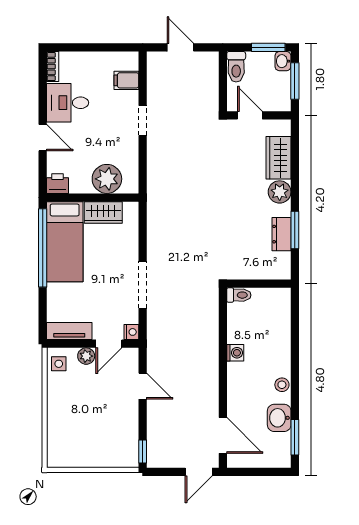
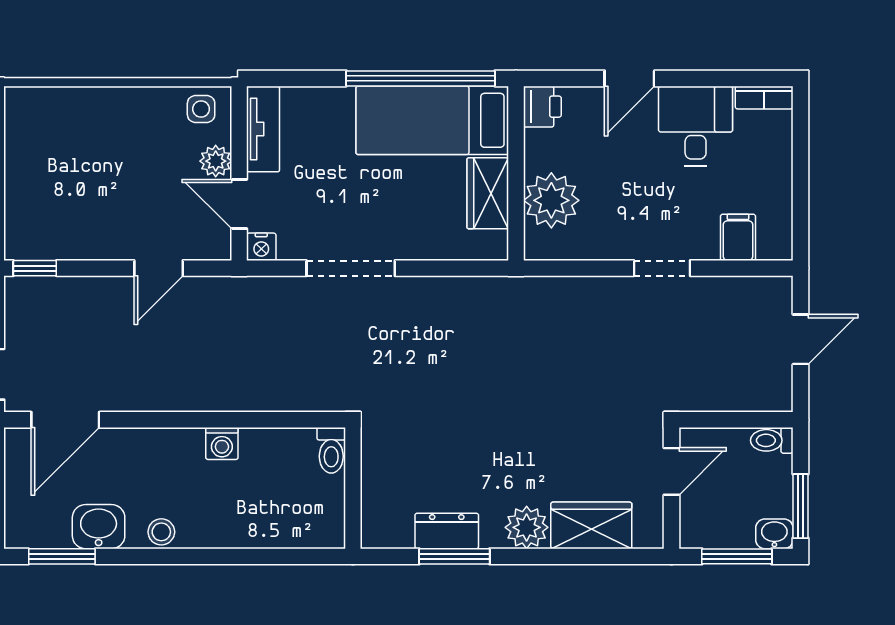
toilet: (236, 67) -> (772, 440), width x0.73, depth x0.72

